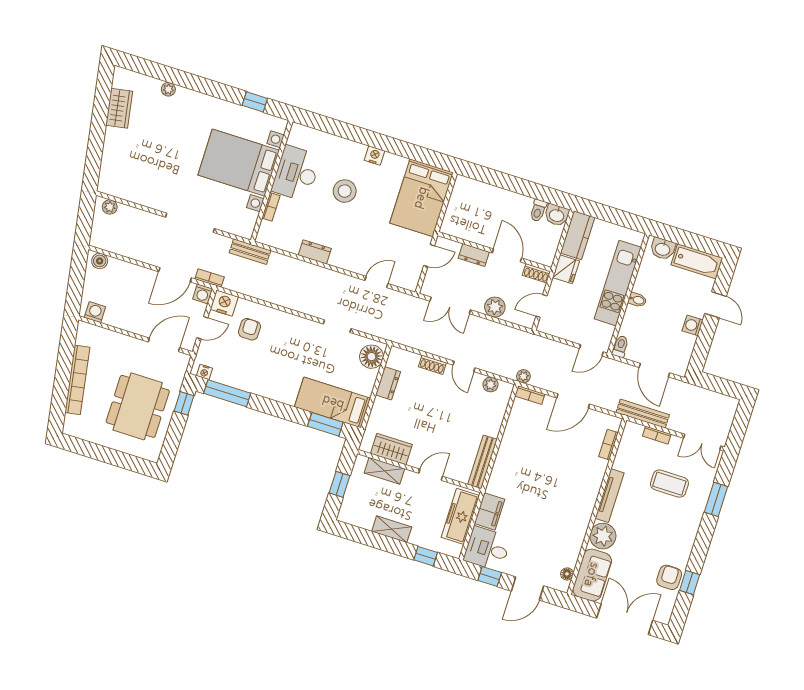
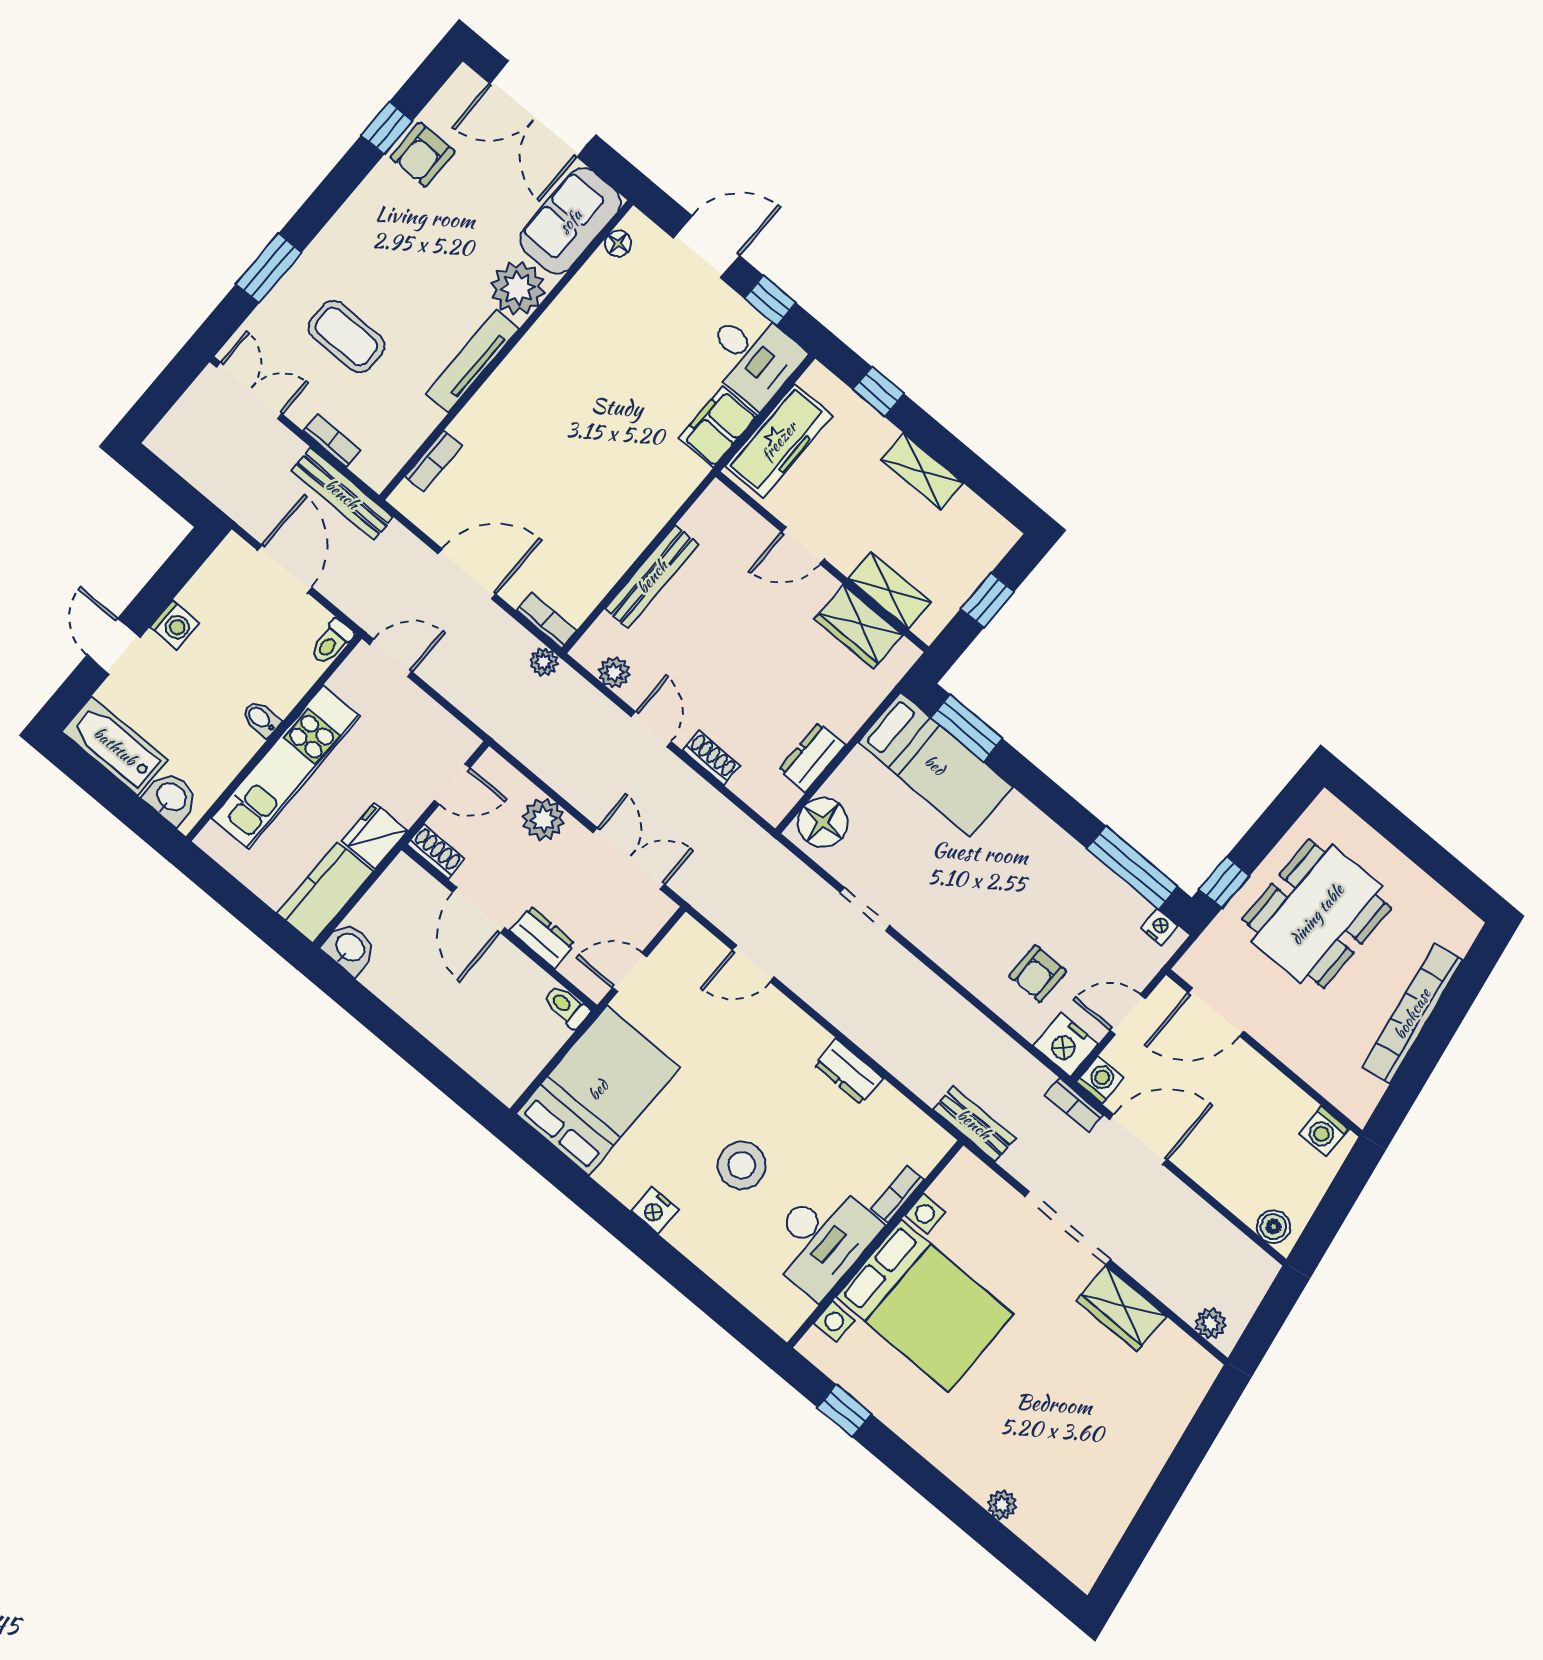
wardrobe: (119, 108) -> (1122, 1308), moved, turned -80
toilet: (538, 210) -> (566, 1007), moved, turned -90
bench: (482, 462) -> (652, 577), moved

